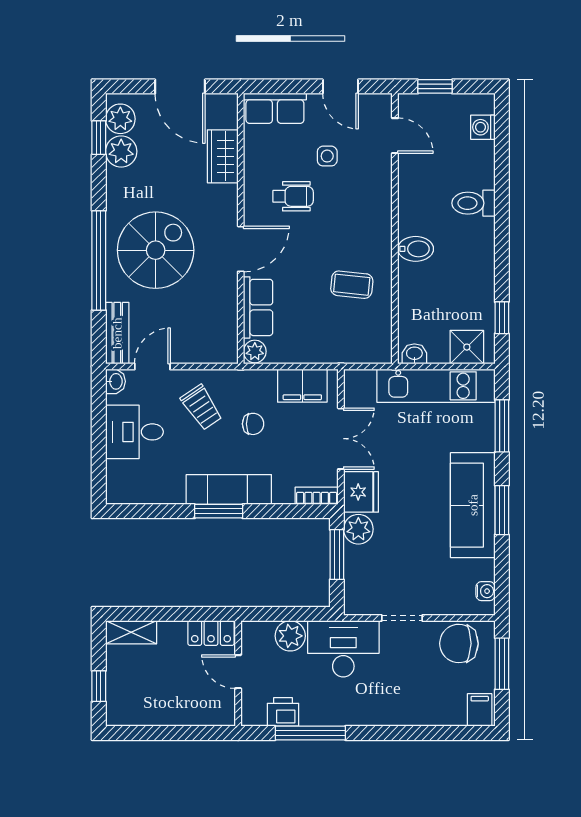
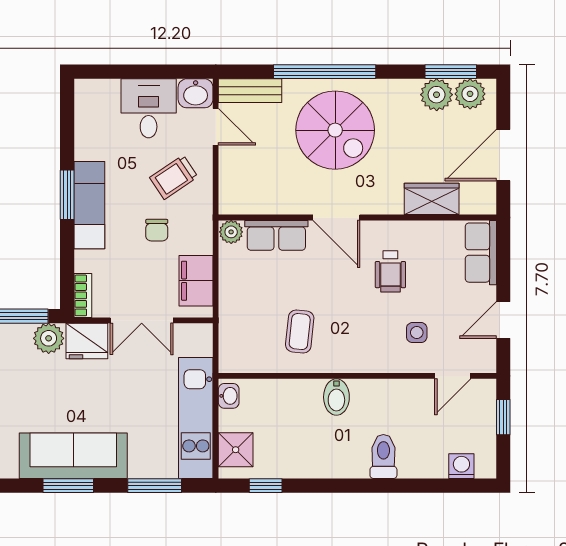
window: (99, 138) -> (451, 72), width x1.50
side table: (327, 156) -> (417, 333), moved
washbasin: (115, 381) -> (196, 93), width x1.38, depth x1.45

